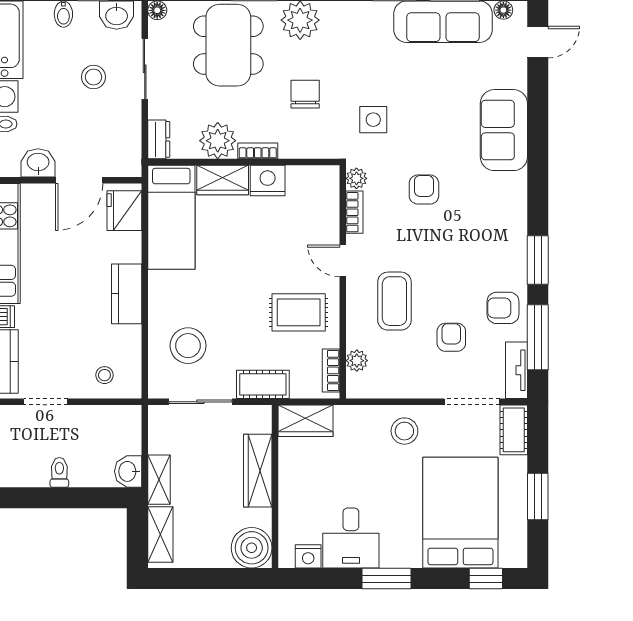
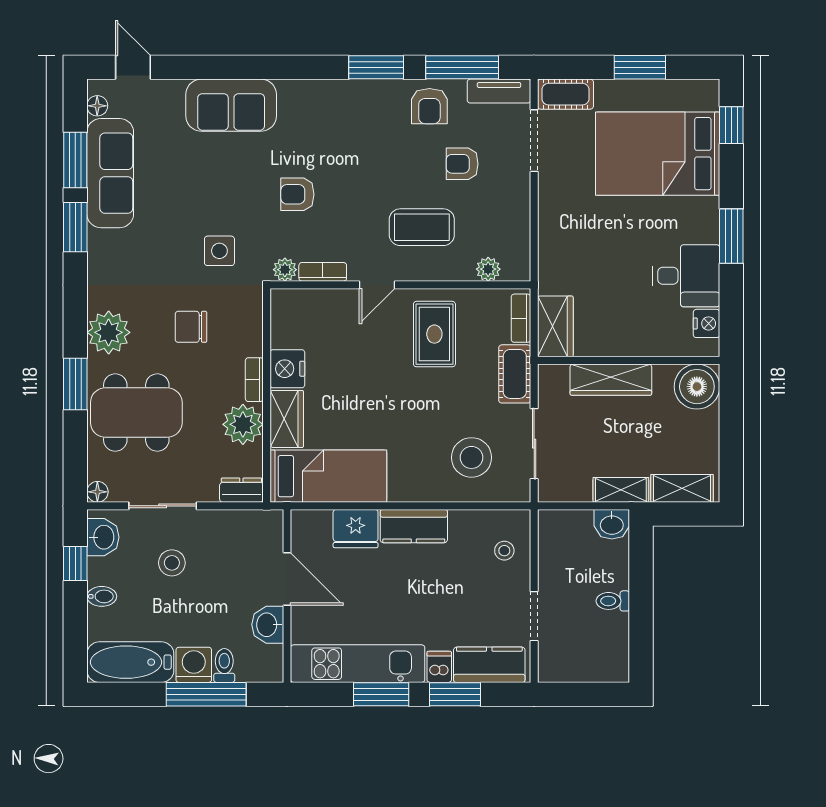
fridge: (124, 211) -> (356, 529), moved
bookcase: (331, 370) -> (521, 318), moved, turned 90
stool: (404, 431) -> (567, 216), removed

